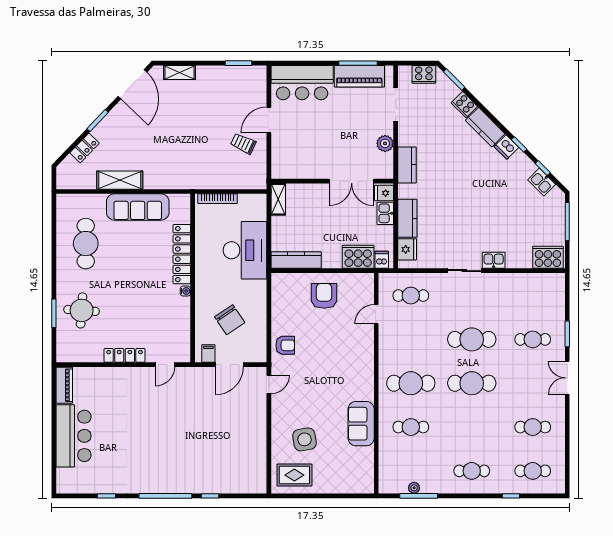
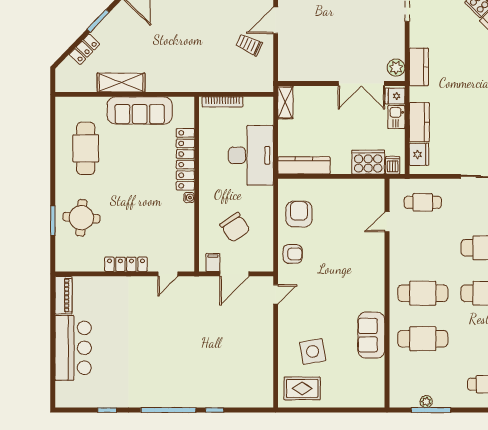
plant: (385, 143) -> (396, 68), moved
armchair: (324, 296) -> (299, 214), moved
cafe table: (411, 427) -> (423, 339), width x1.37, depth x1.35

